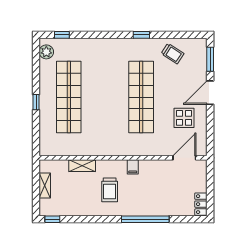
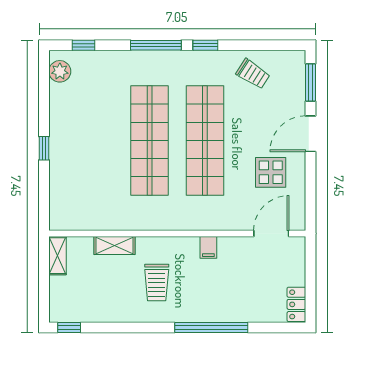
window: (109, 35) -> (156, 45), added
shop shelf: (69, 97) -> (150, 140), moved
filing cabinet: (133, 167) -> (208, 247), moved
shelving: (45, 185) -> (58, 256), moved

